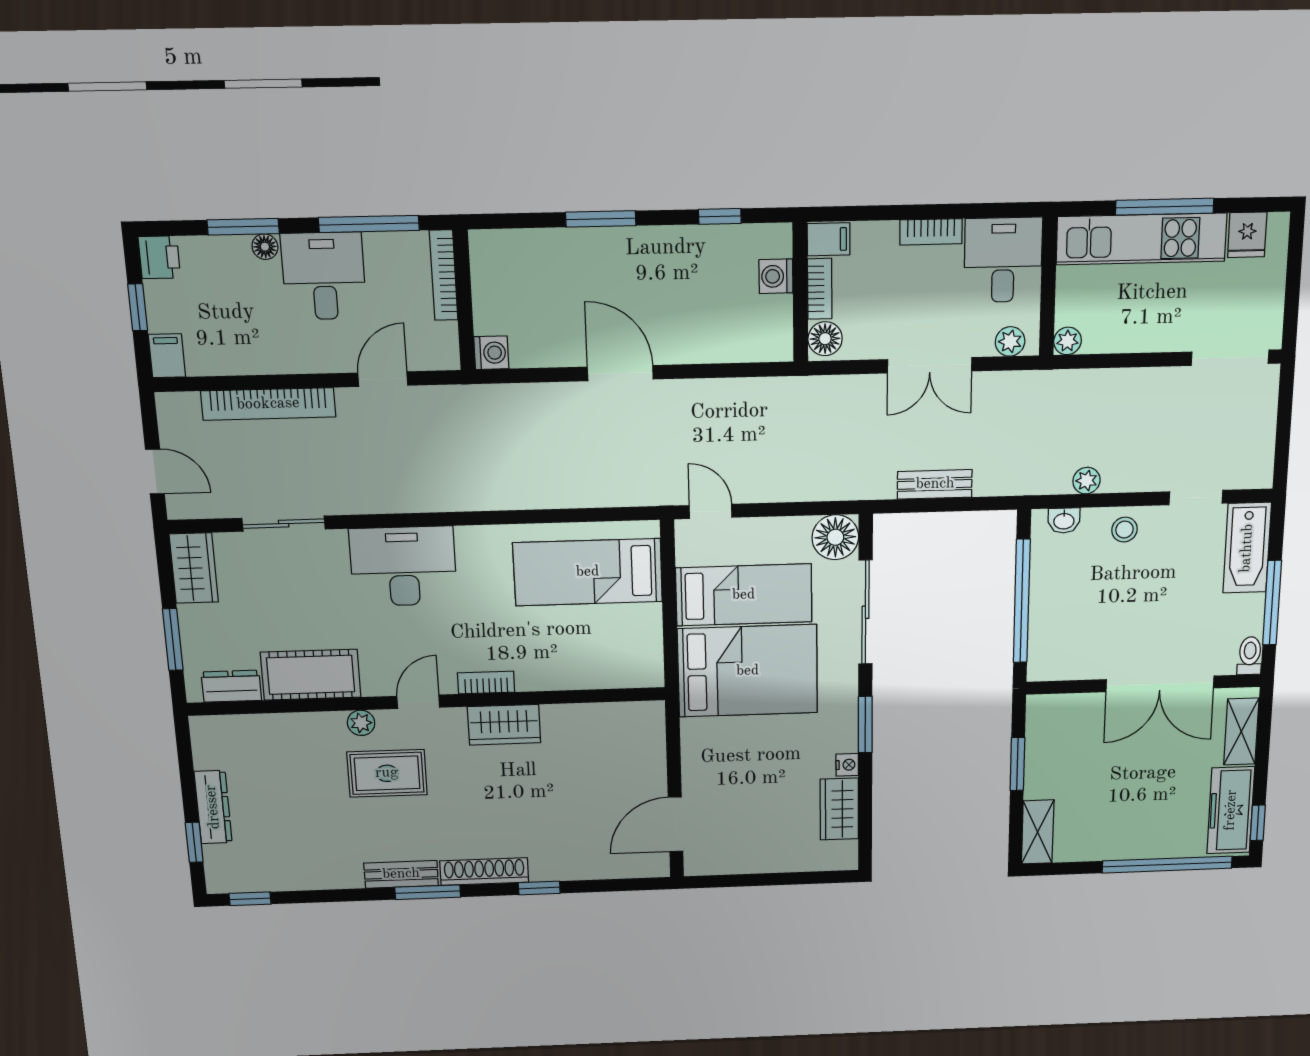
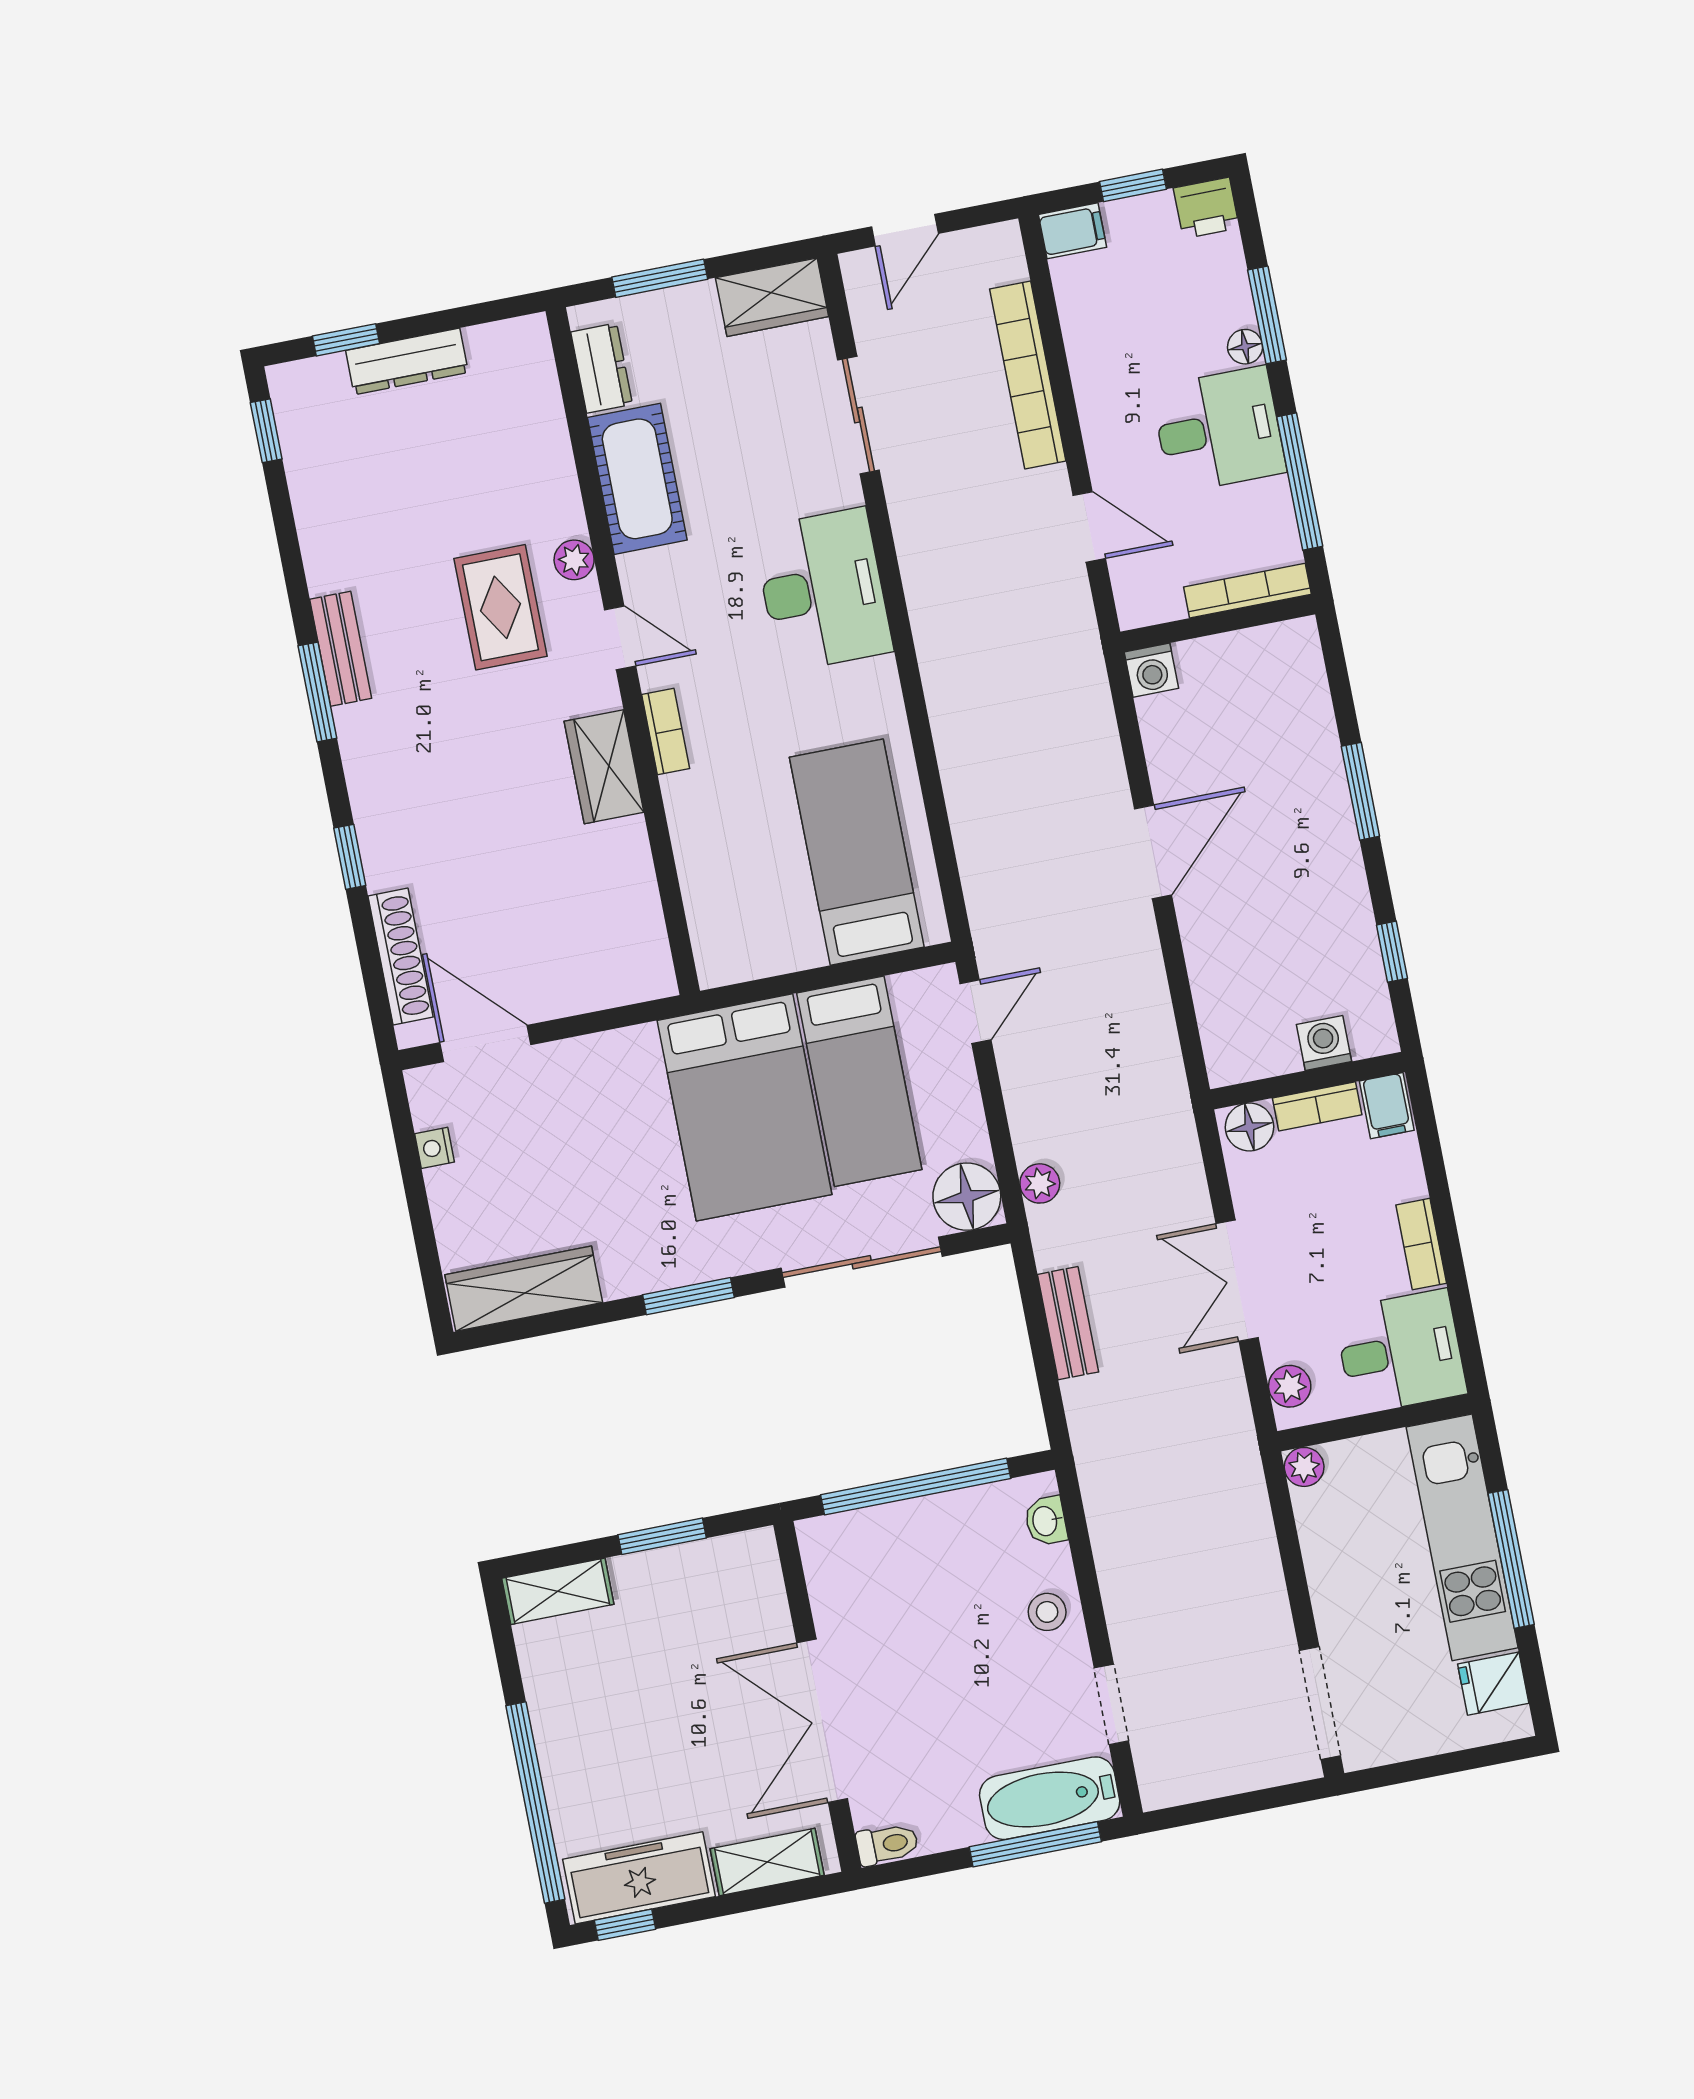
plant: (1086, 481) -> (1040, 1183), moved
window: (1272, 603) -> (1035, 1844), moved
nightstand: (847, 765) -> (435, 1148), moved, turned 90
wardrobe: (839, 809) -> (524, 1289), width x1.50
shoe rack: (484, 872) -> (400, 957), moved

